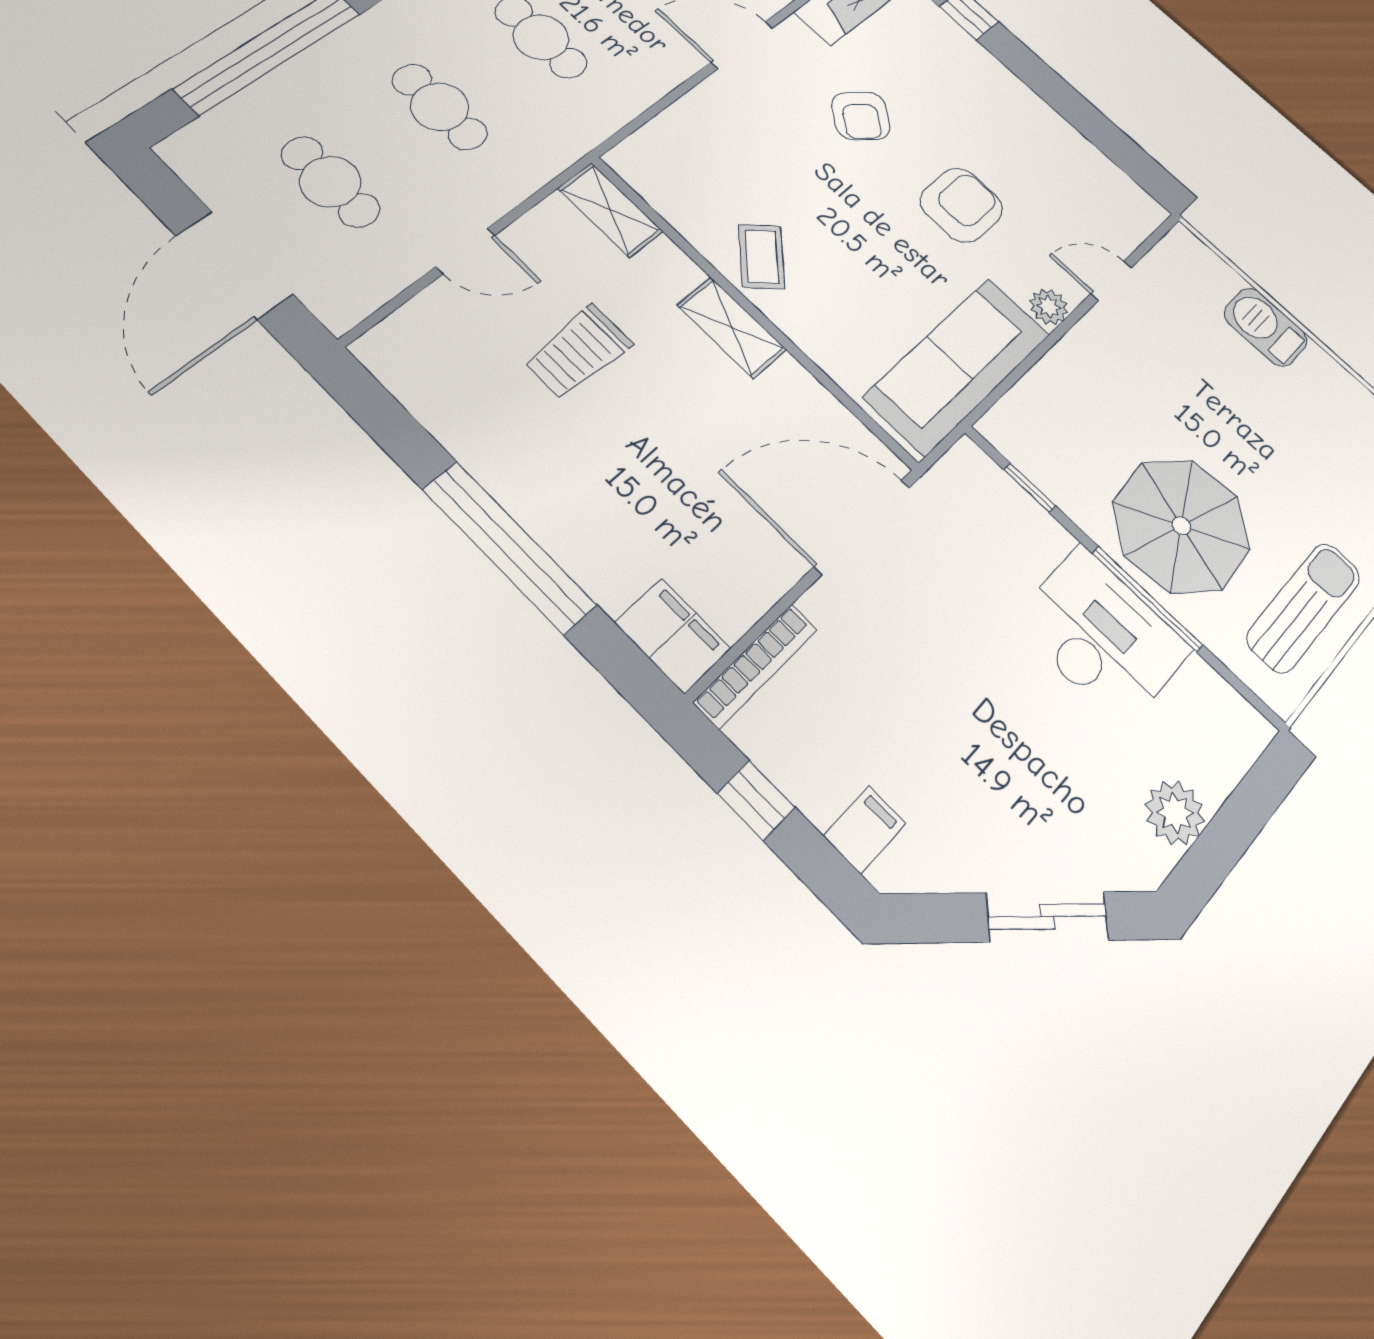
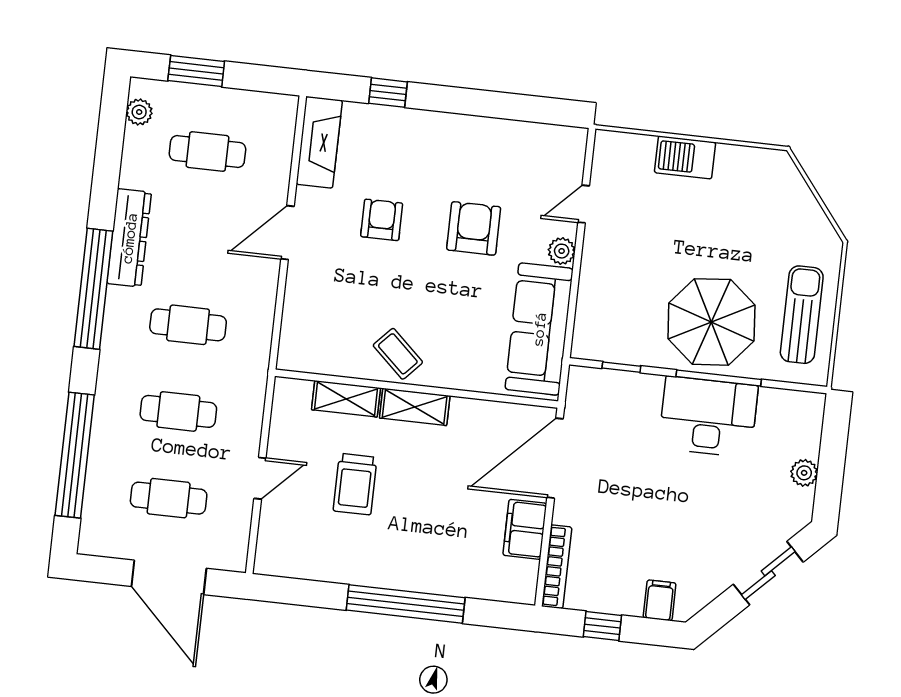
armchair: (861, 116) -> (382, 220), turned -128
shelving: (610, 210) -> (346, 399), moved
filing cabinet: (673, 636) -> (525, 529), moved, turned -90
plant: (1175, 813) -> (804, 473), width x0.73, depth x0.73

